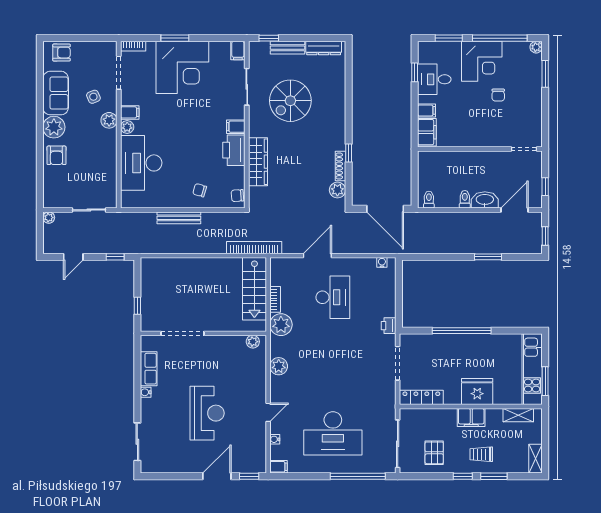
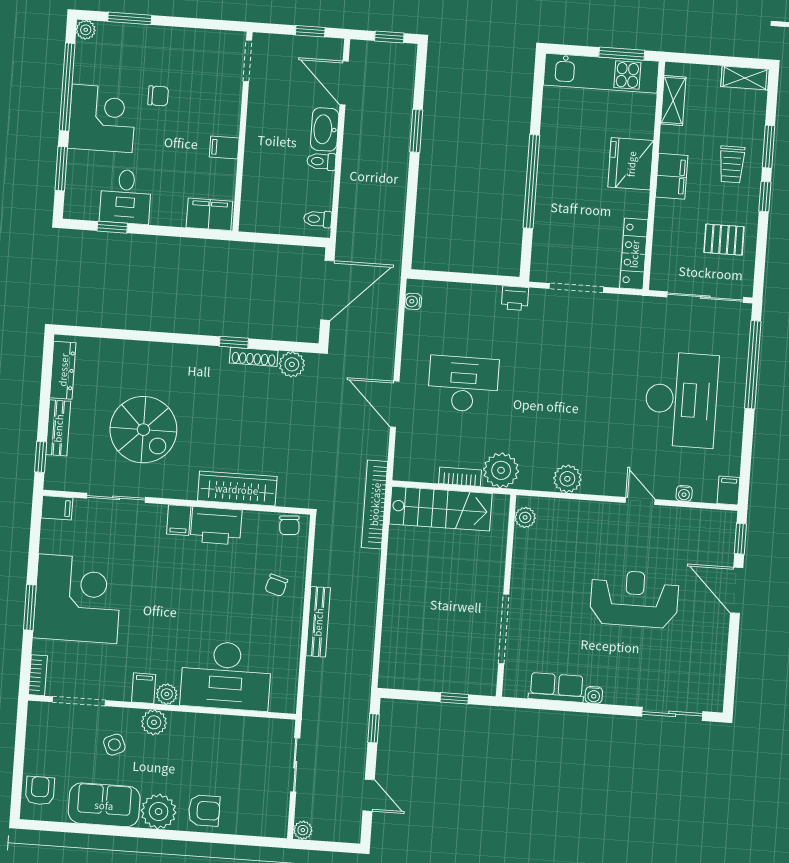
filing cabinet: (427, 110) -> (224, 148), moved, turned -90

